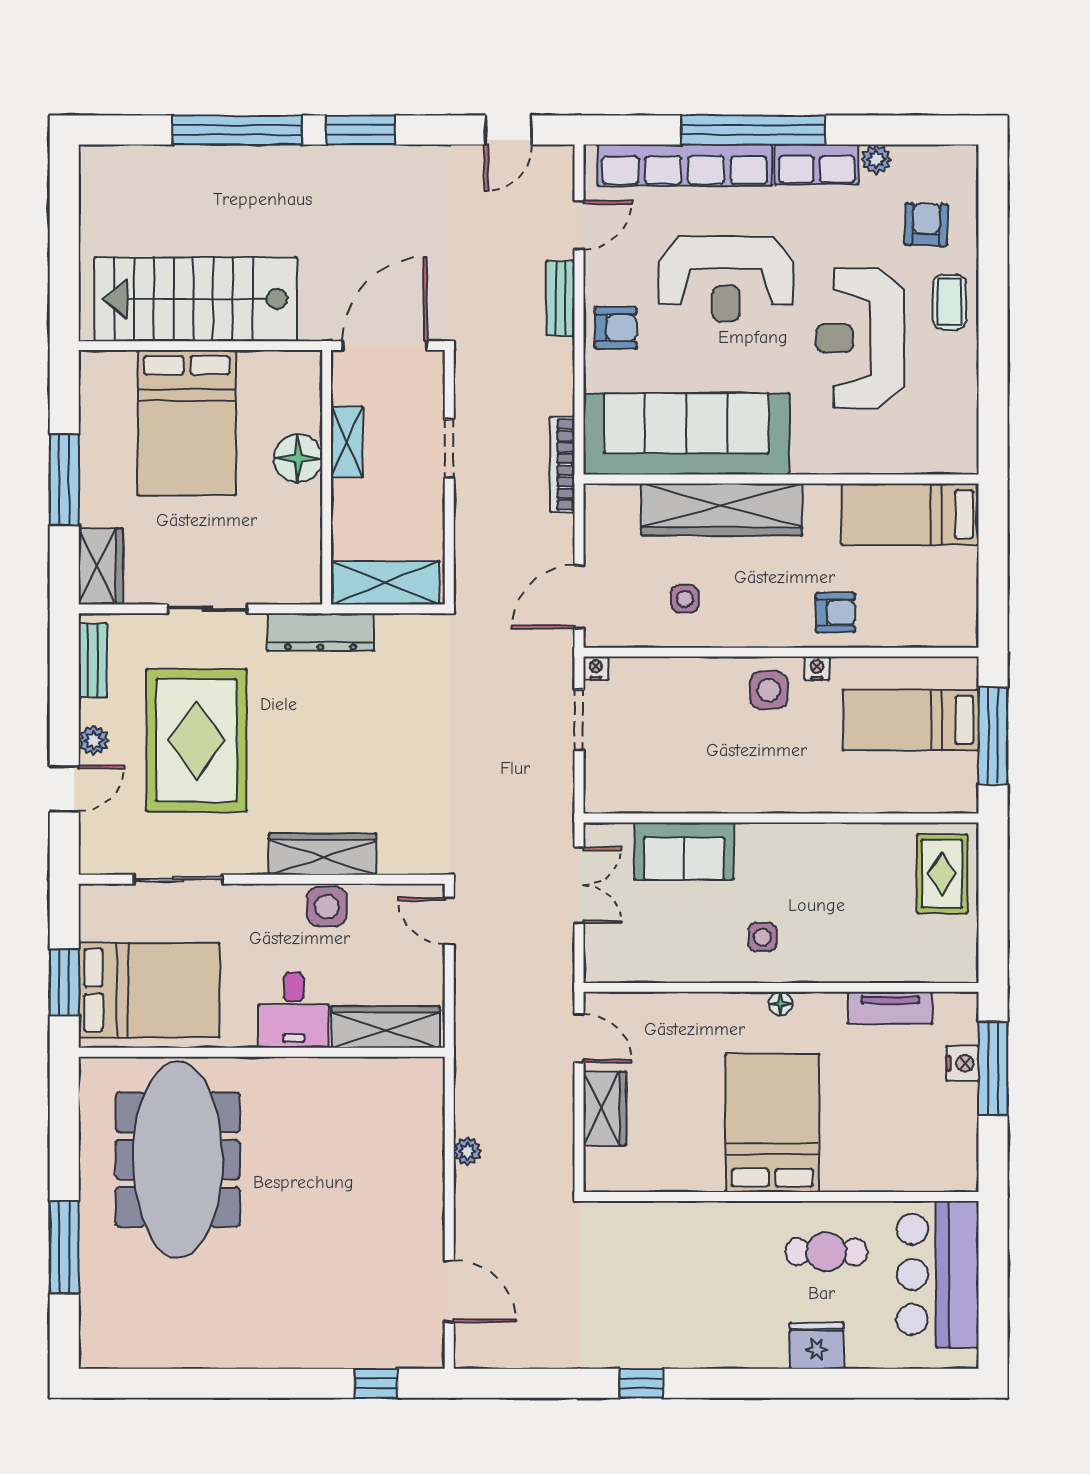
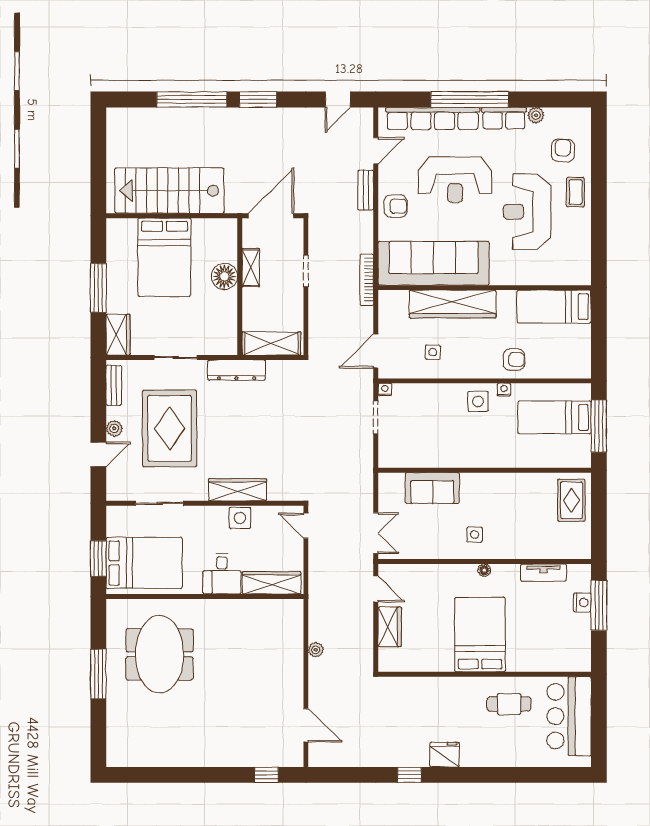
double door: (579, 885) -> (376, 533), moved
meeting table: (178, 1160) -> (160, 654), width x0.73
window: (64, 1247) -> (98, 674), moved
fridge: (817, 1346) -> (445, 755), moved

